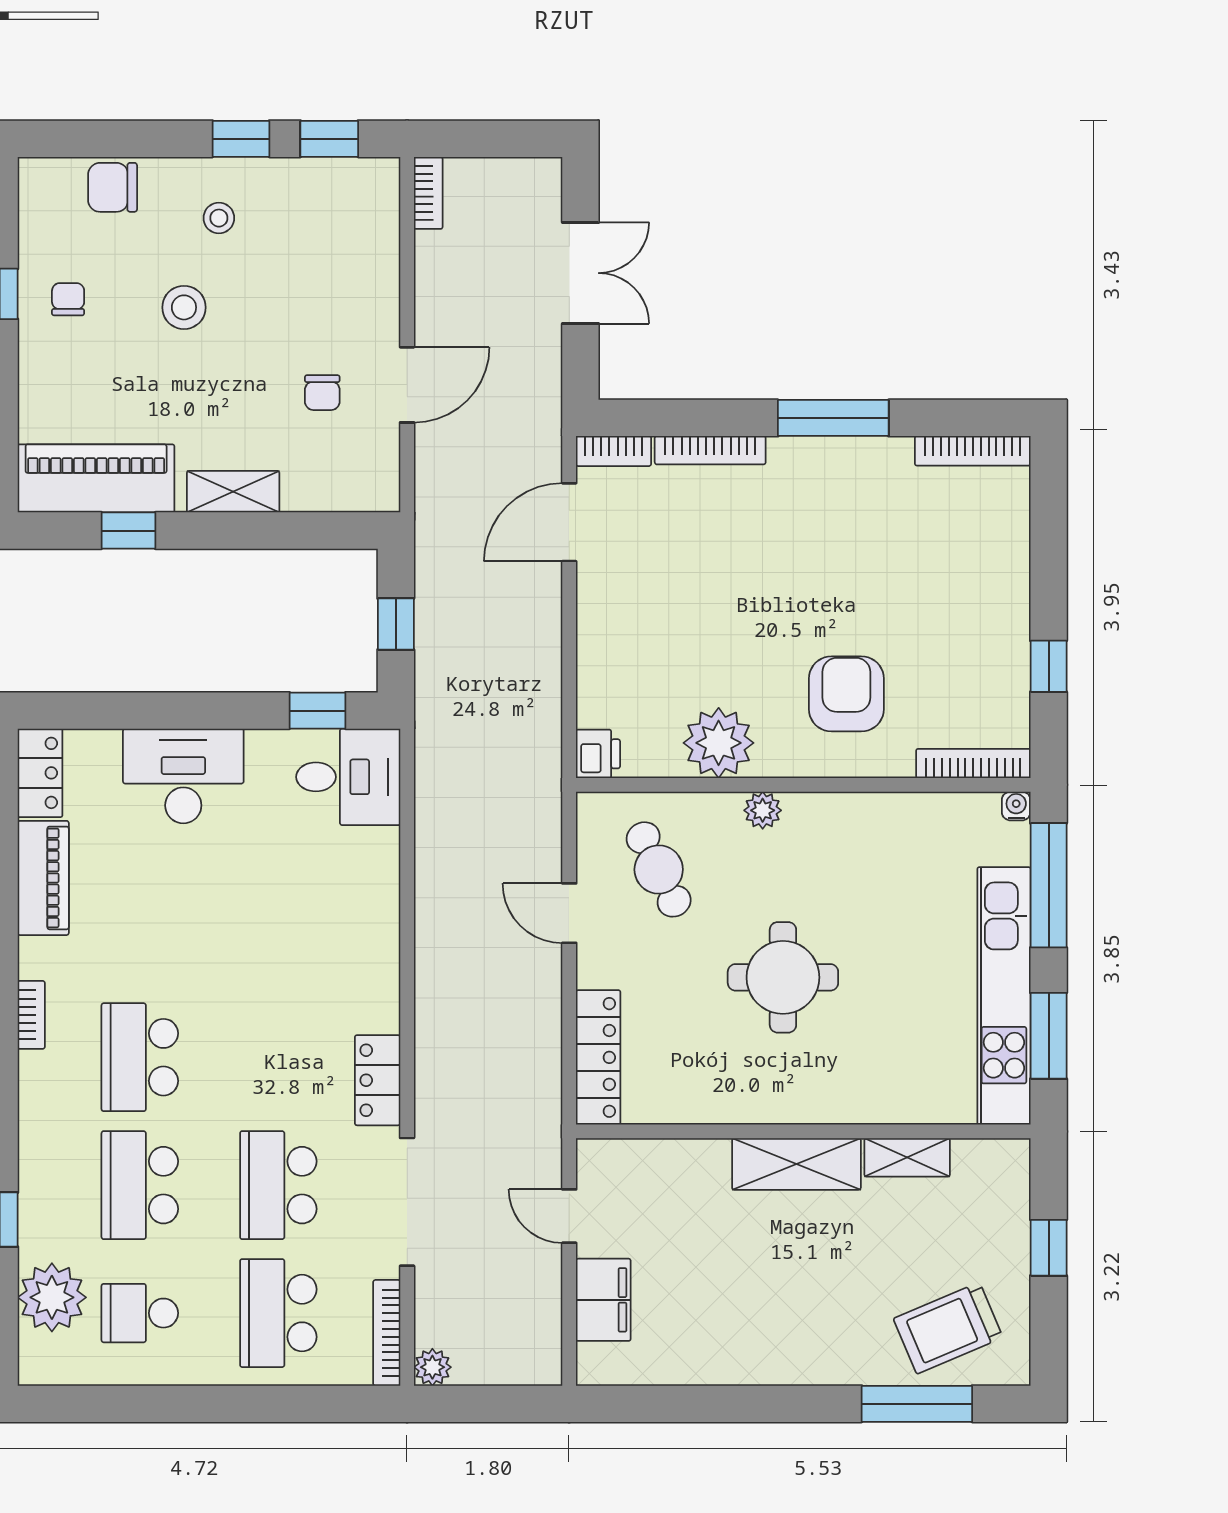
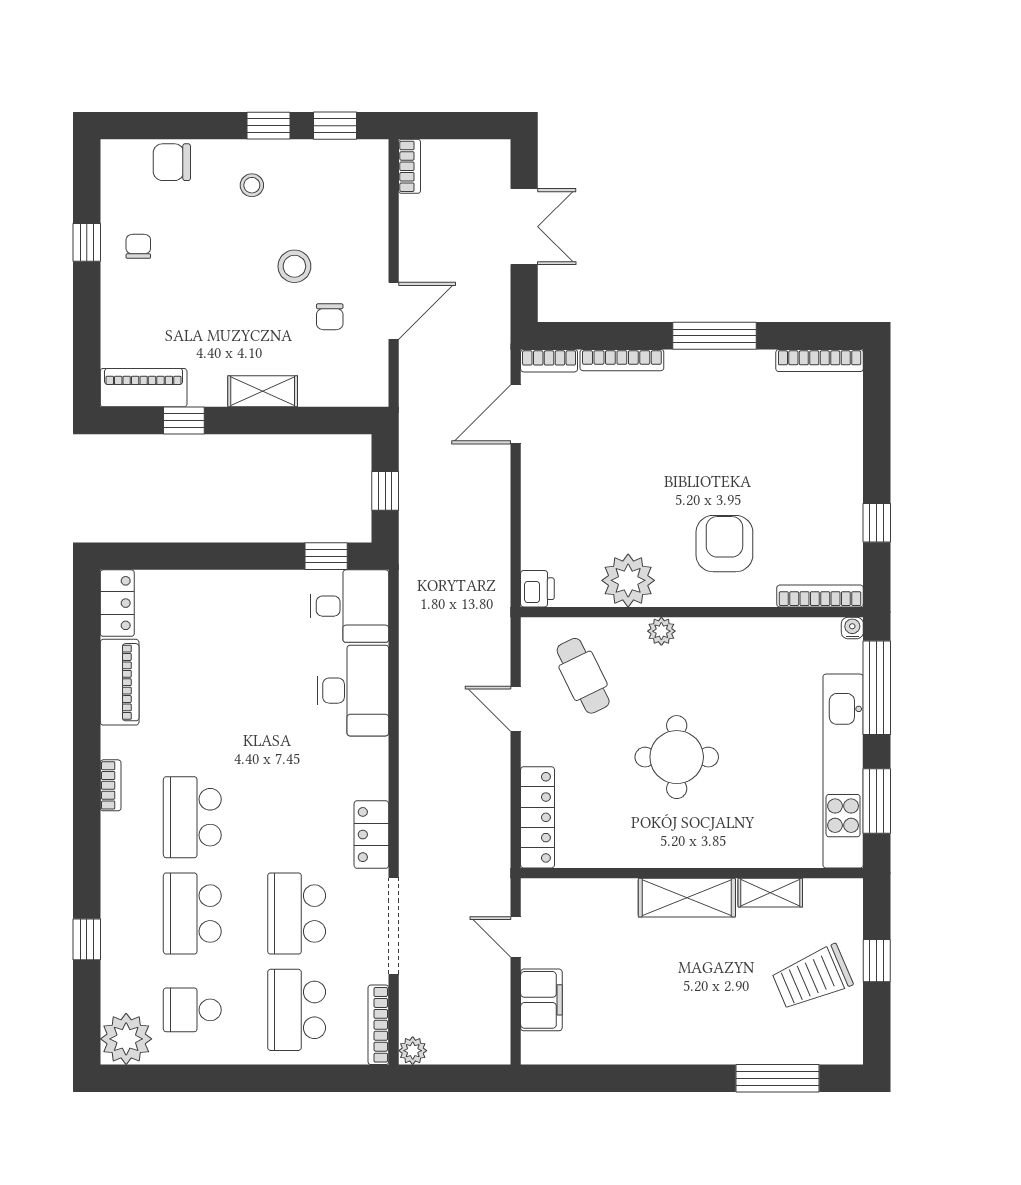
stool: (184, 307) -> (294, 266), moved
piano: (96, 478) -> (144, 388), width x0.73, depth x0.75
desk: (183, 776) -> (353, 691), moved, turned 90
plant: (52, 1297) -> (126, 1039), moved
trolley: (948, 1328) -> (812, 977), moved

